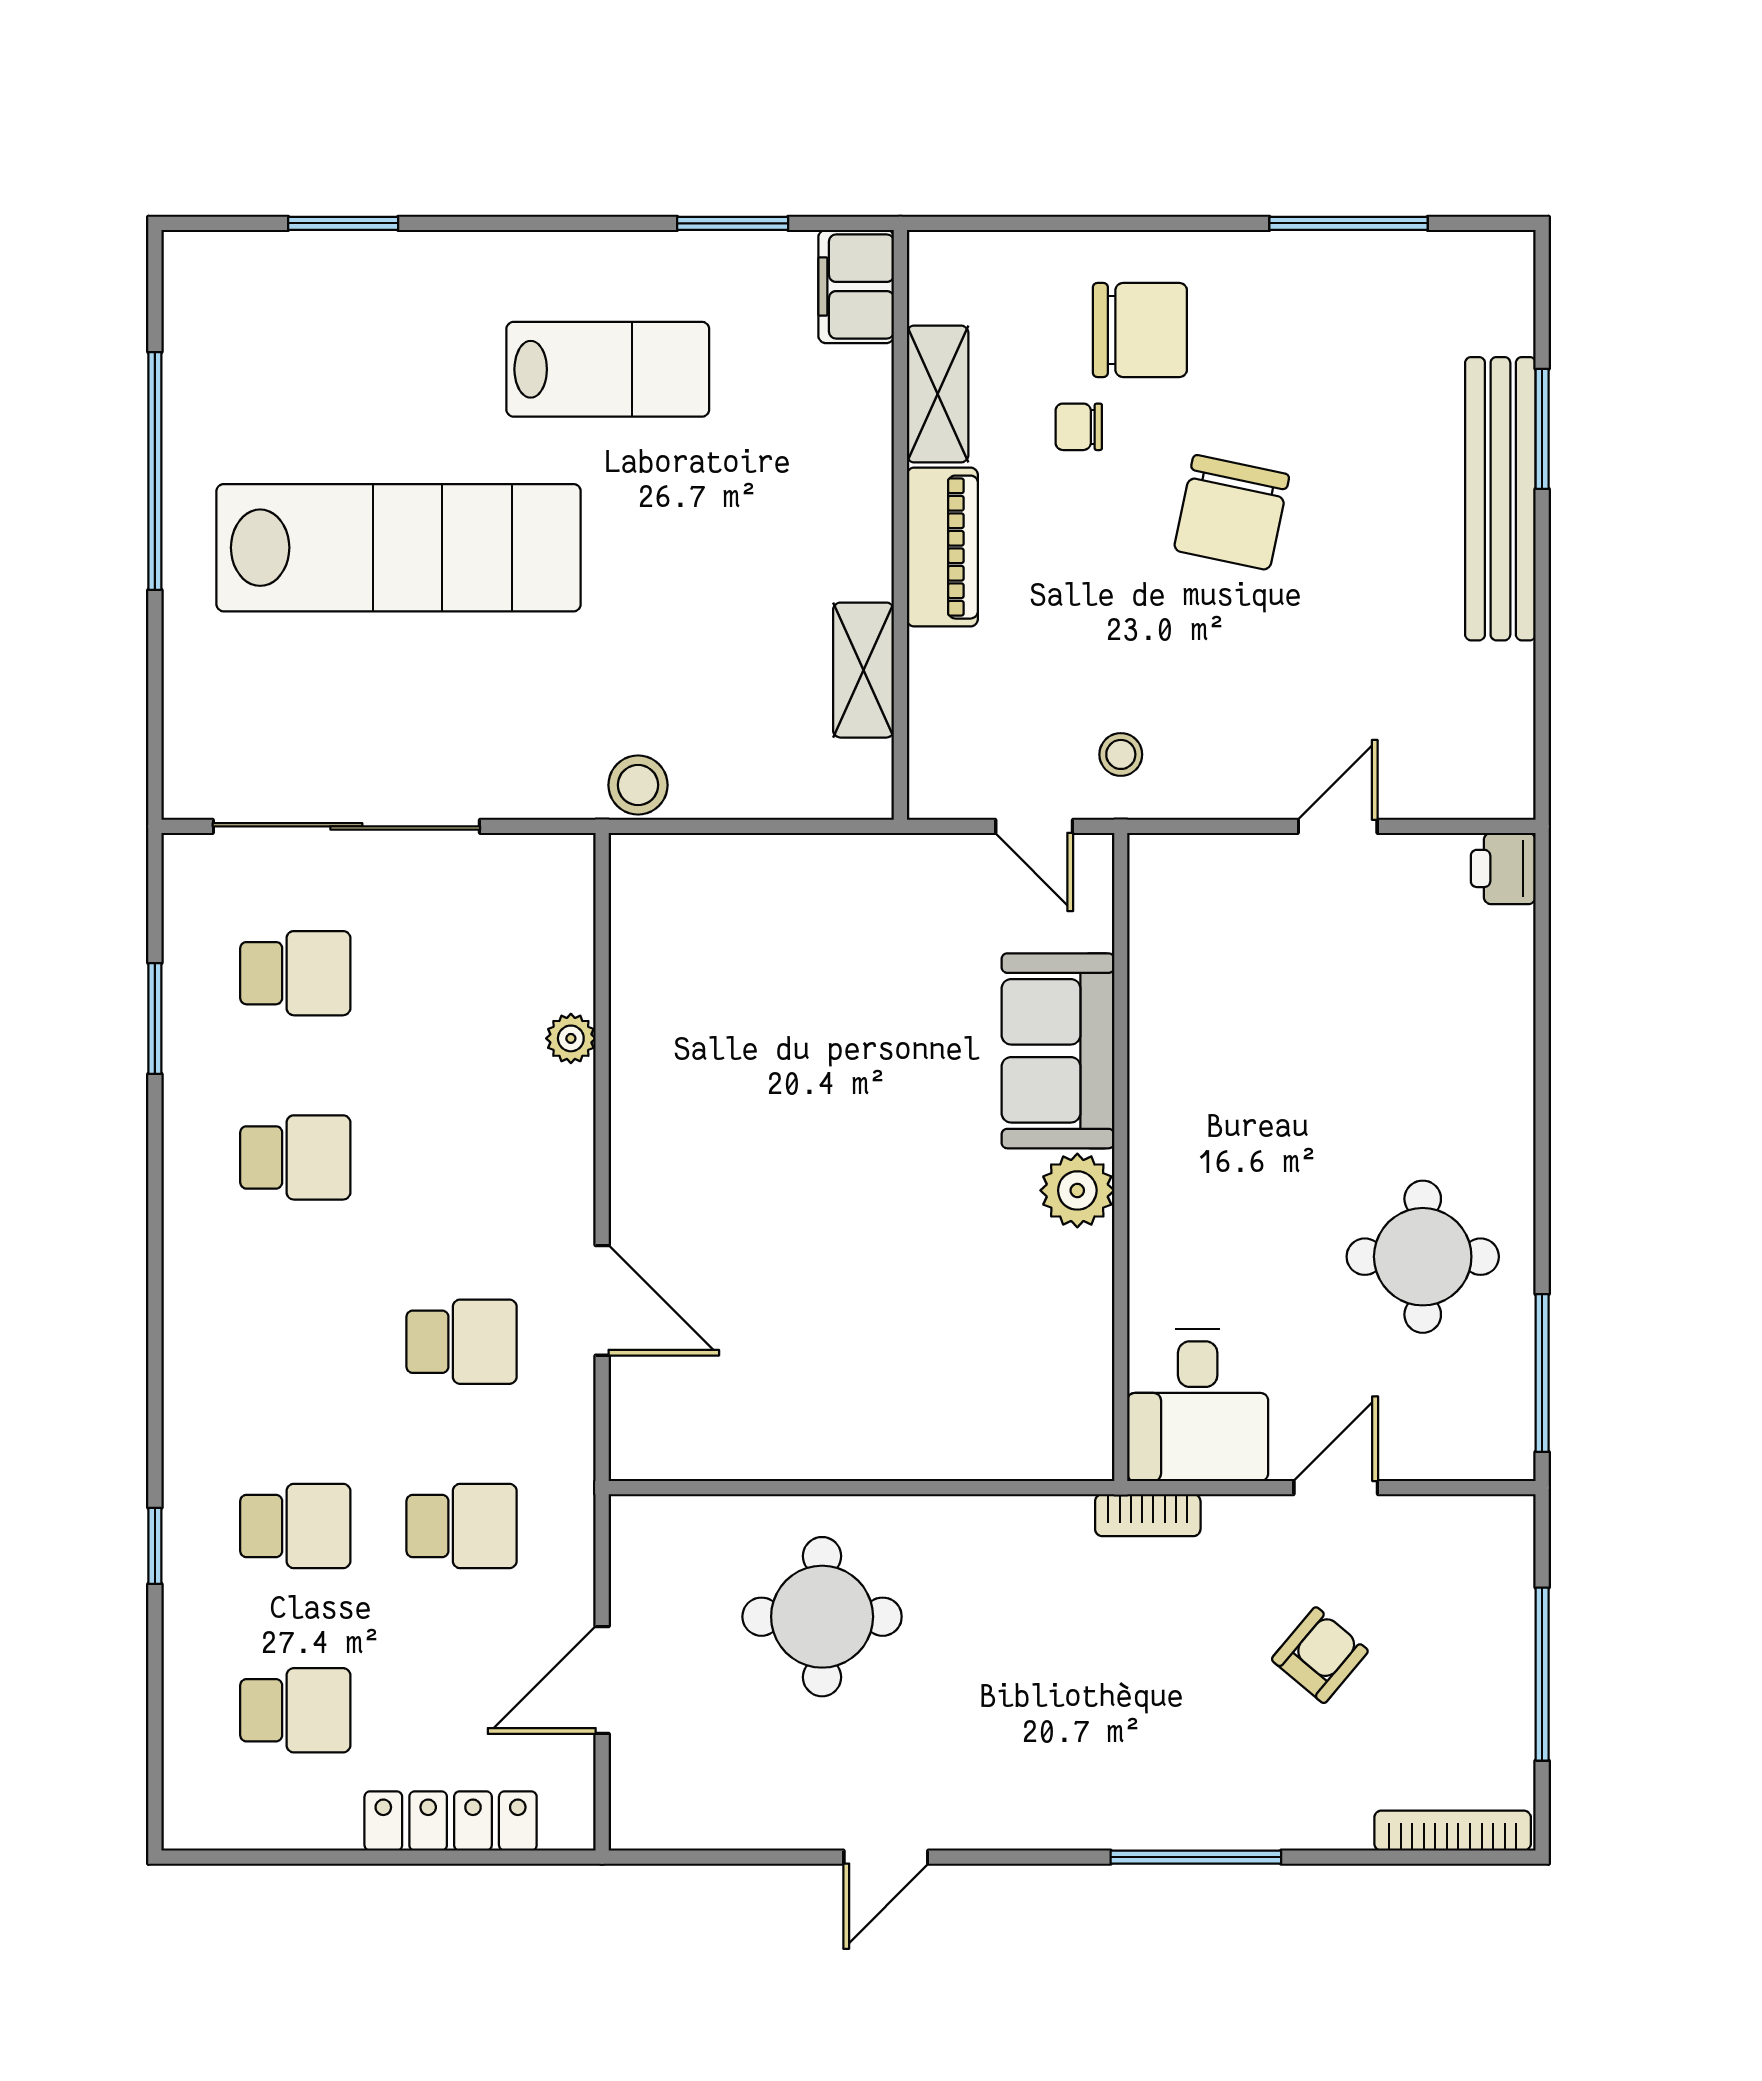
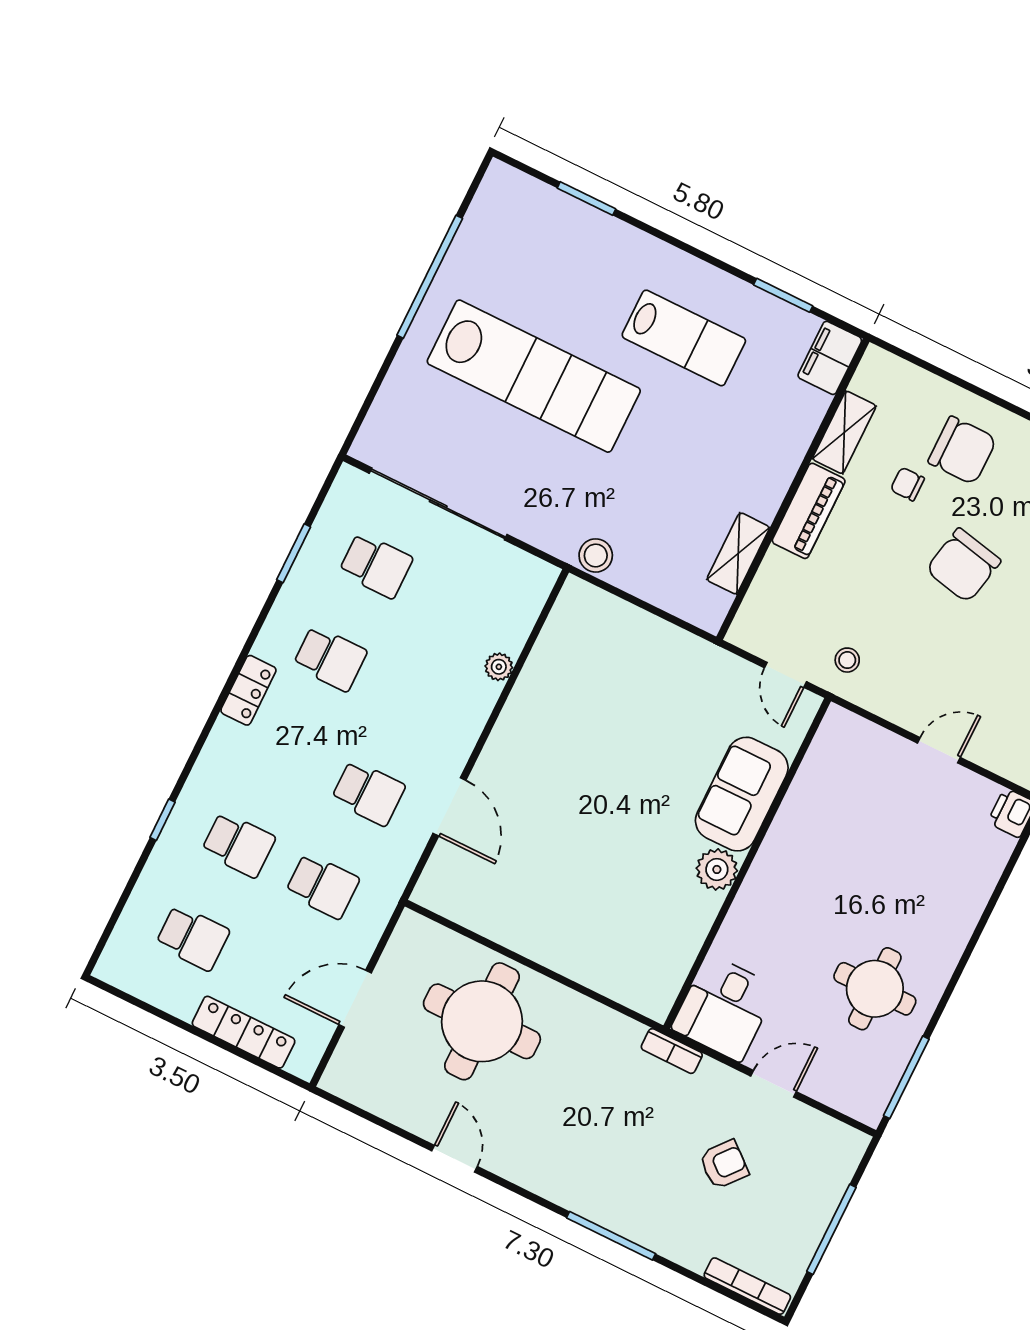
locker: (190, 1272) -> (248, 690), added
round table: (822, 1617) -> (482, 1021), width x1.36, depth x1.36
door: (886, 1857) -> (454, 1159), swing flipped

